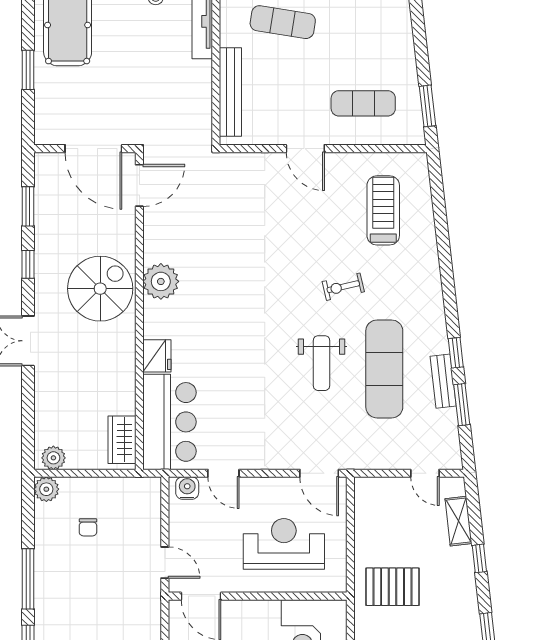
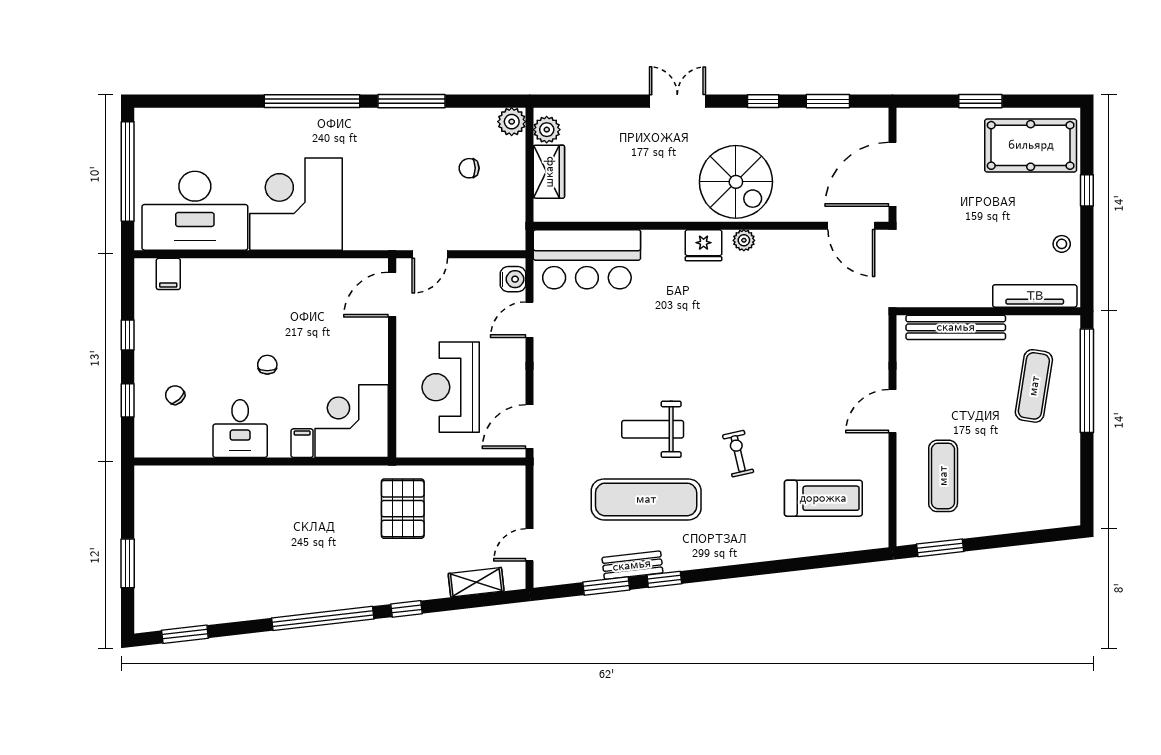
plant: (161, 281) -> (744, 240), width x0.53, depth x0.53
fridge: (157, 356) -> (704, 245), moved
wardrobe: (122, 440) -> (549, 172), moved, turned 90
reception desk: (284, 544) -> (451, 387), turned 180
window: (479, 558) -> (407, 609), moved

